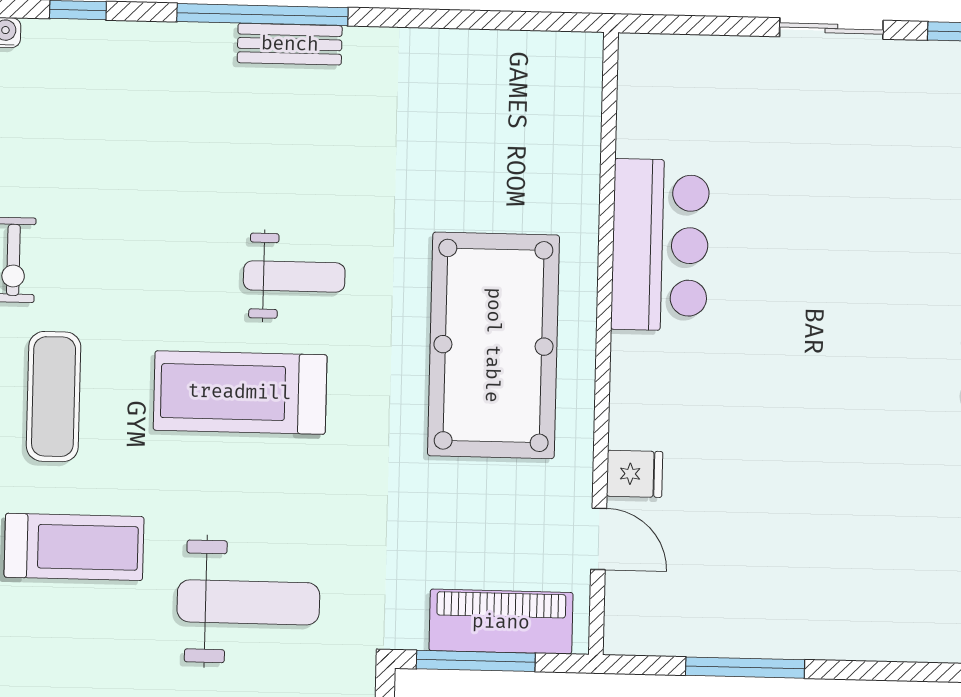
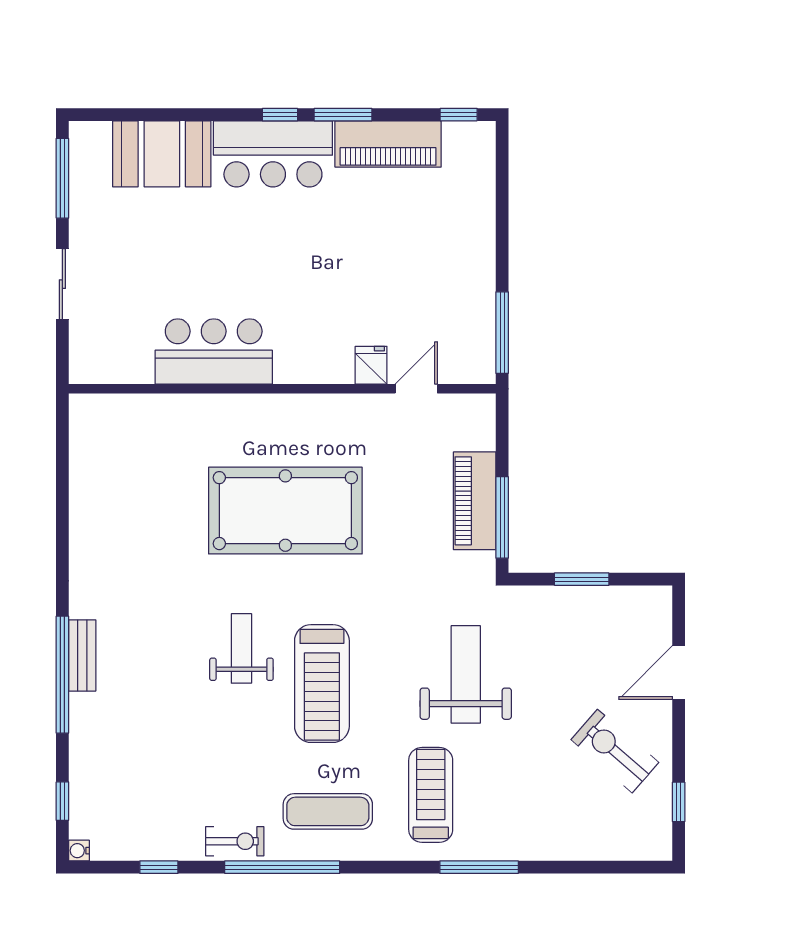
bar counter: (660, 245) -> (214, 351), moved
wall: (603, 343) -> (282, 389), moved
fridge: (635, 474) -> (371, 365), moved
door: (599, 539) -> (416, 389), moved

